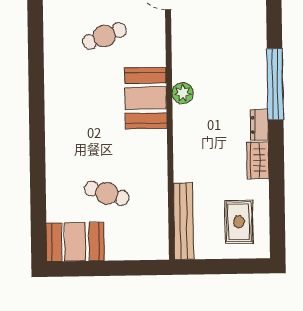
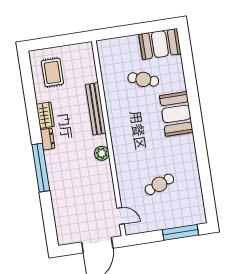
booth: (146, 98) -> (176, 114), moved
bench: (184, 221) -> (96, 109), moved

